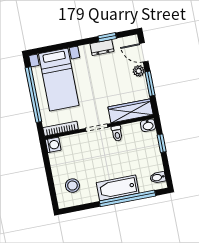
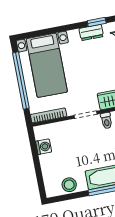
washing machine: (53, 145) -> (44, 147), moved
stool: (72, 186) -> (69, 185), moved

